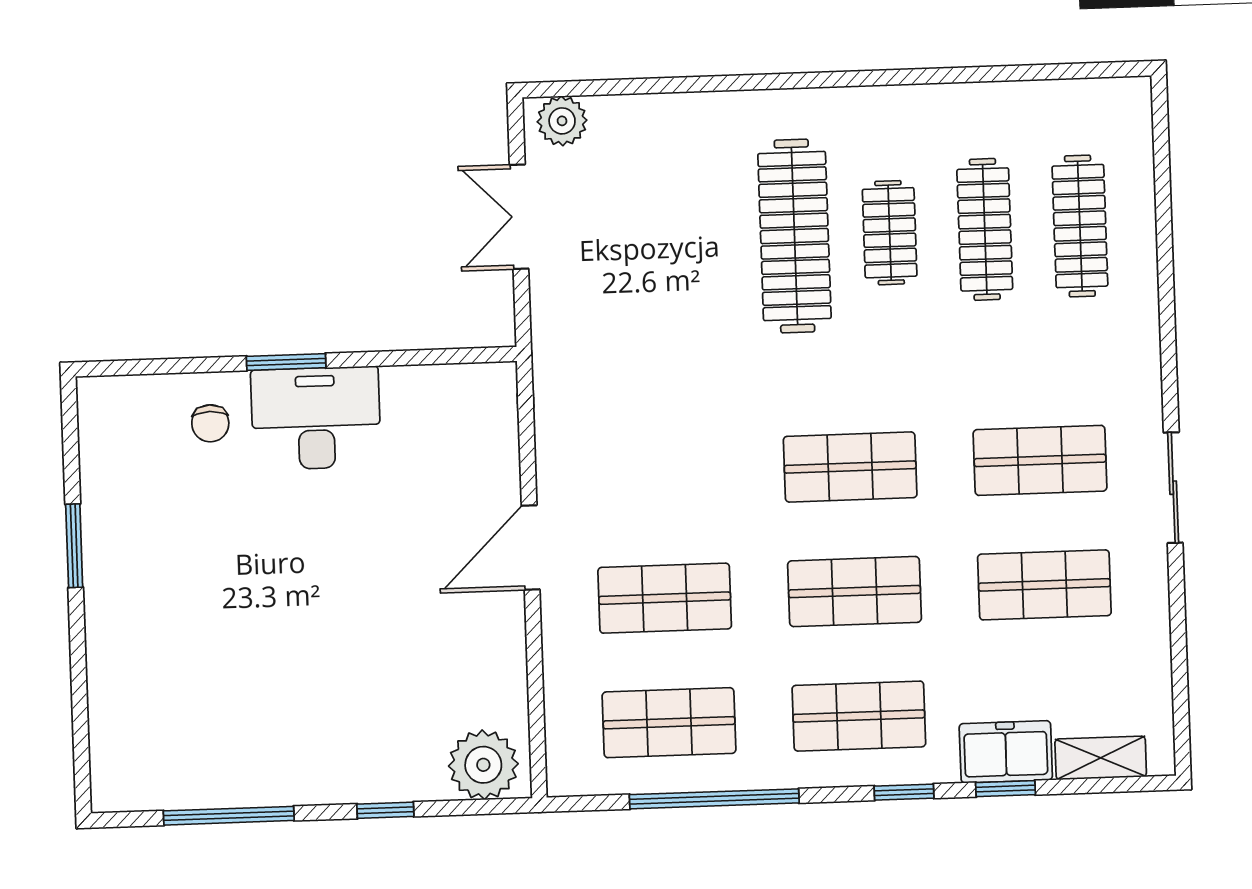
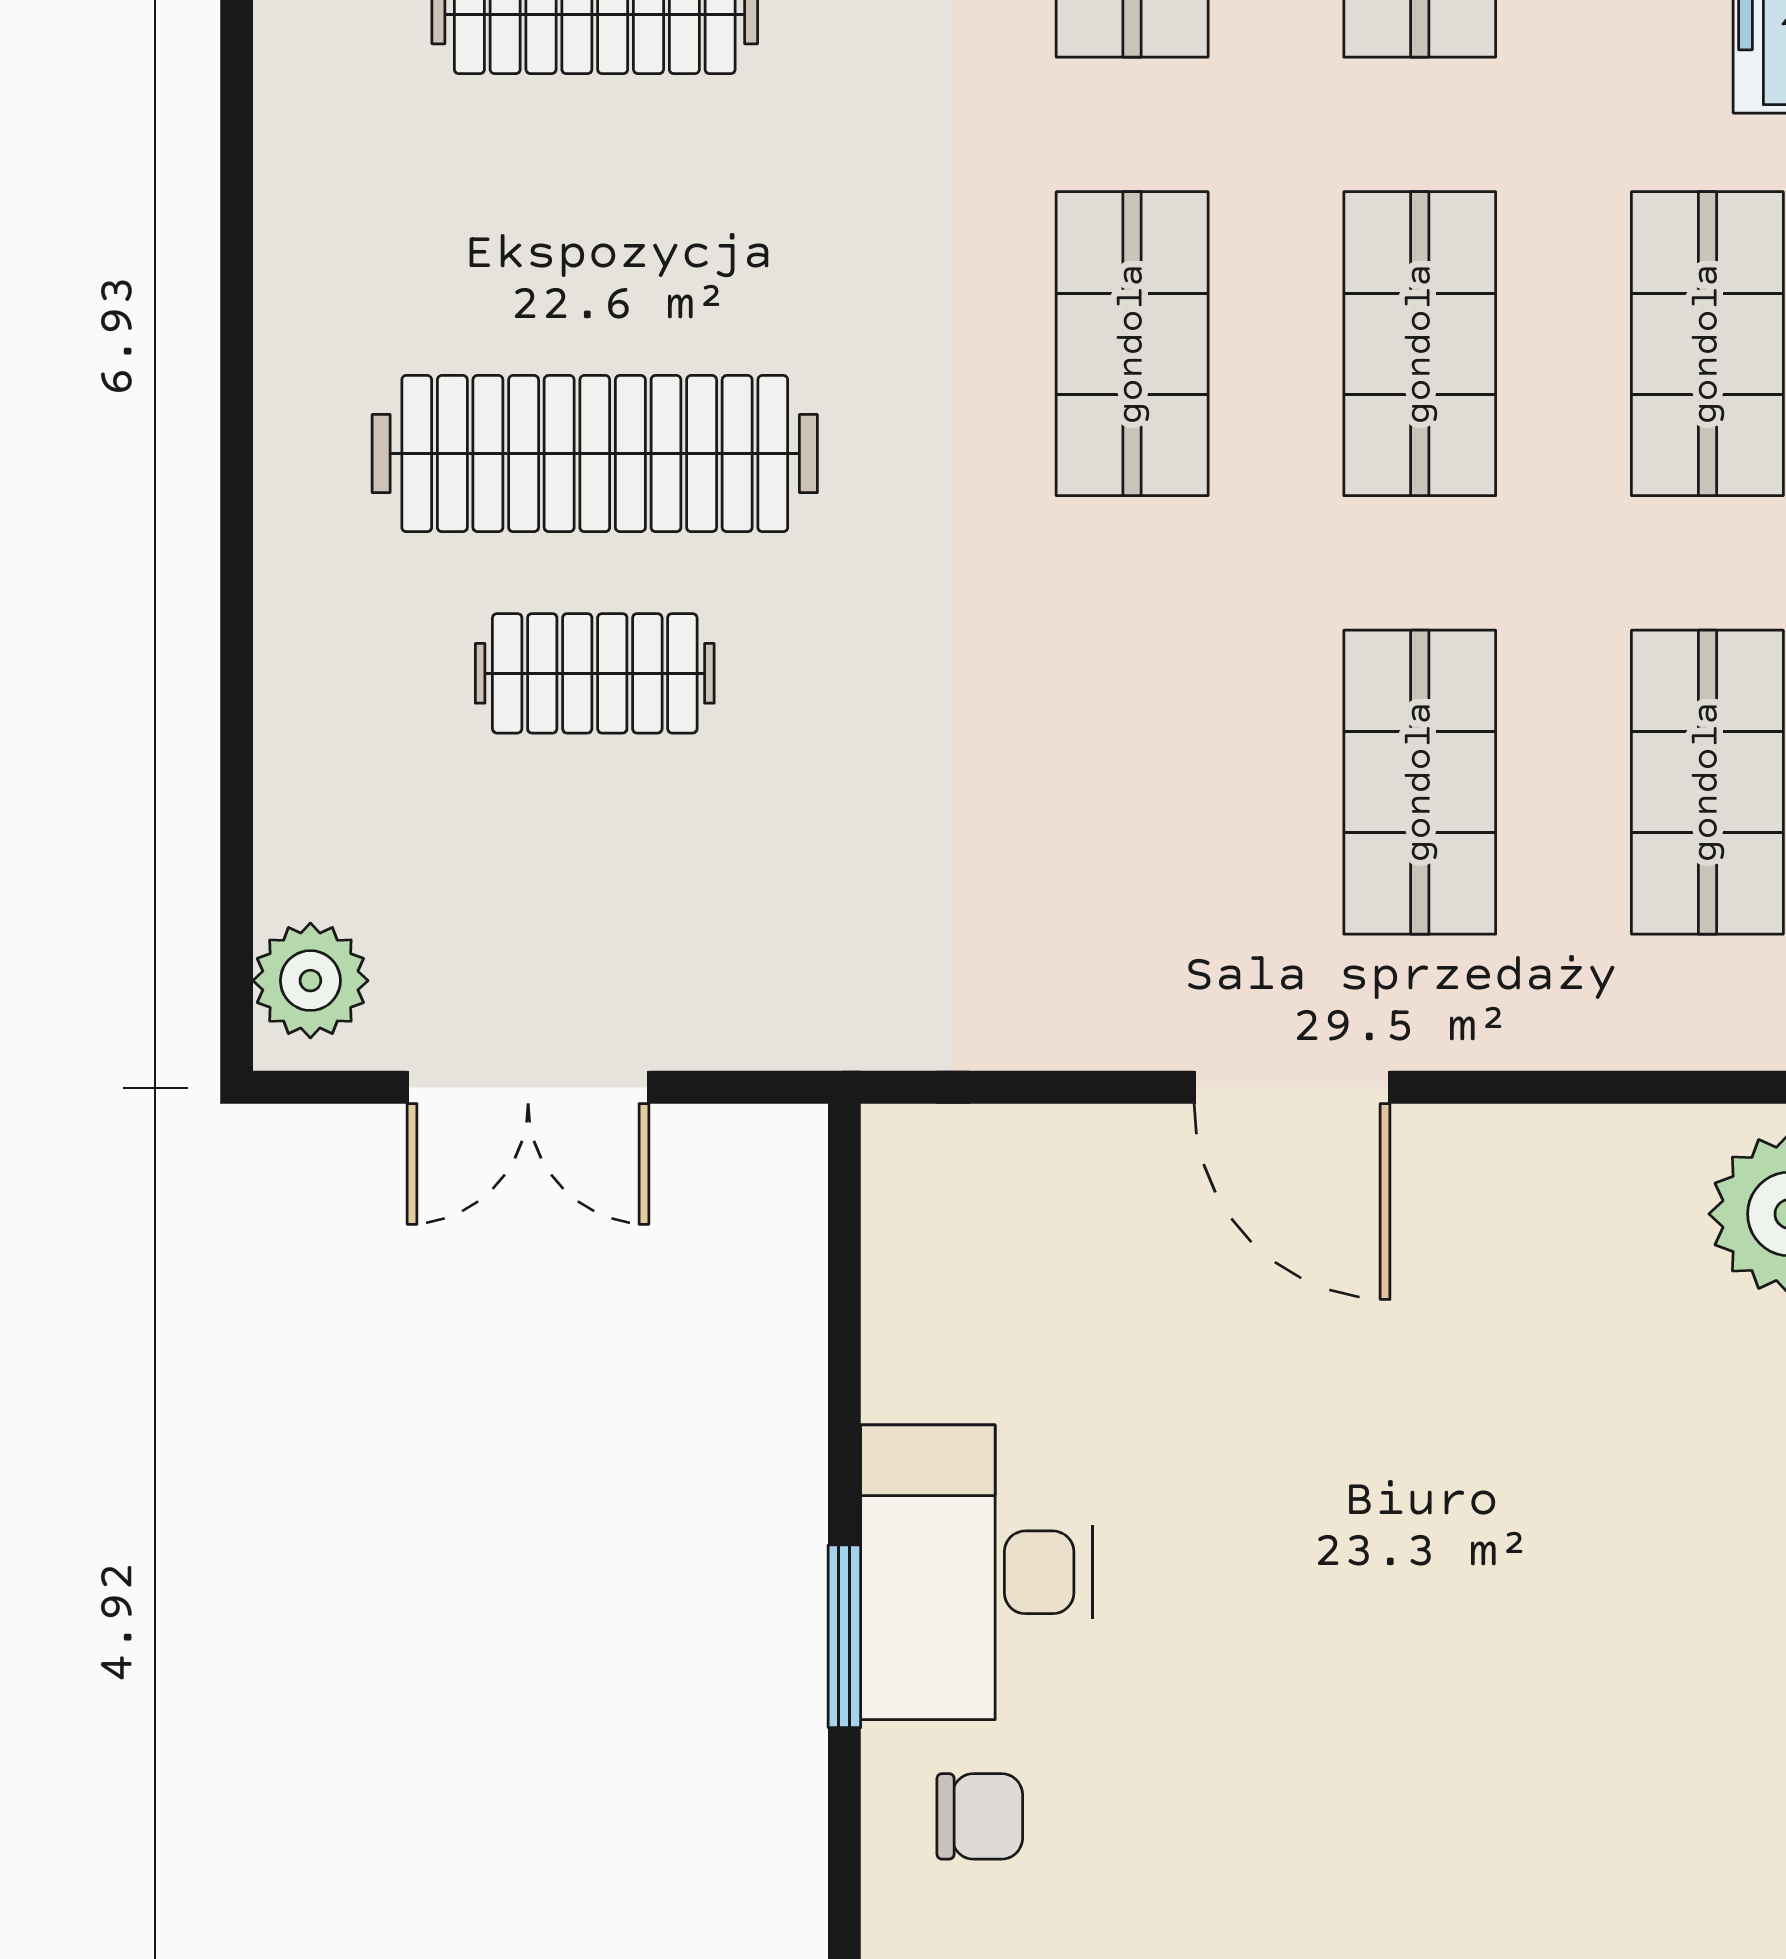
clothes rail: (890, 233) -> (595, 673), moved

